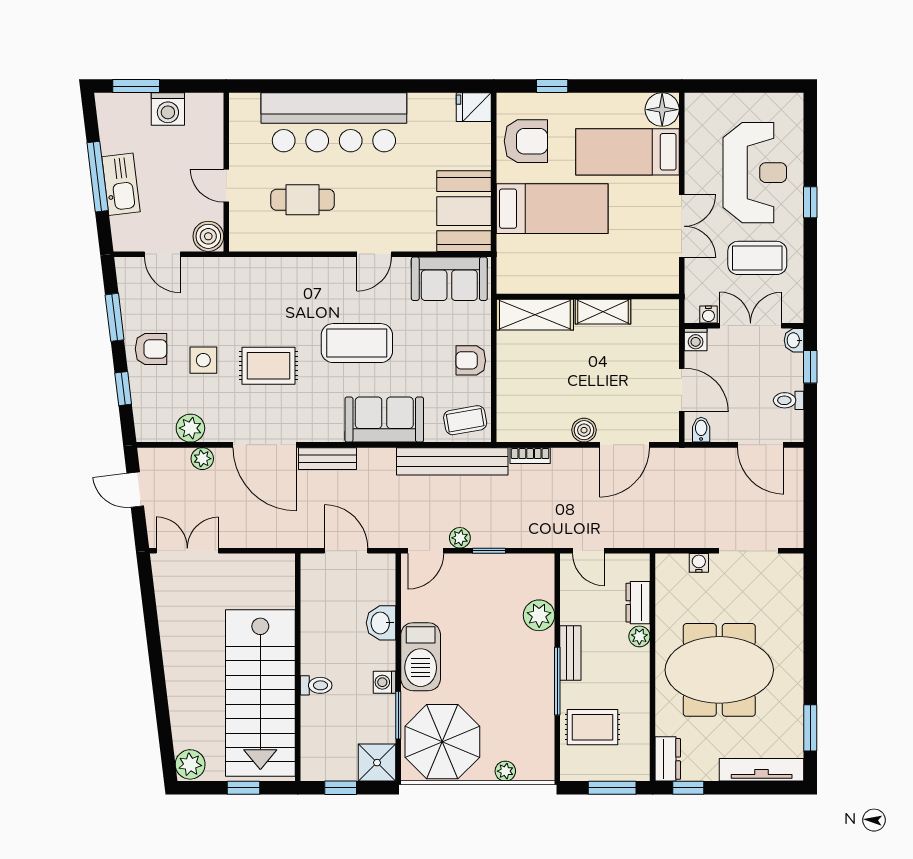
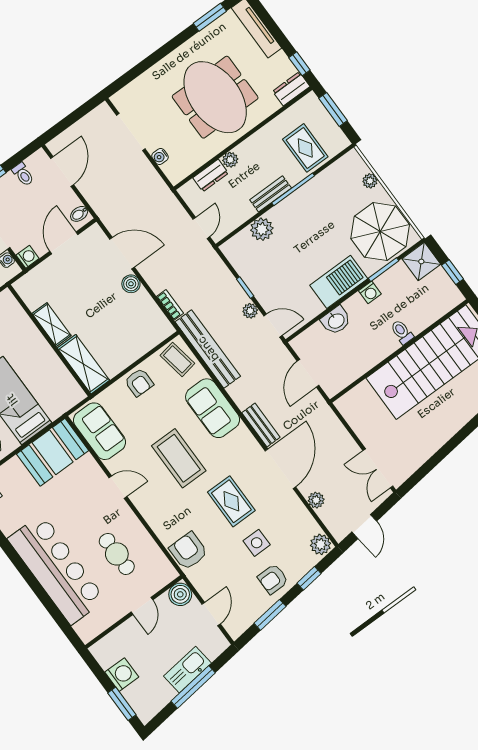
armchair: (249, 280) -> (188, 551), added
armchair: (151, 349) -> (273, 579), turned -90
plant: (190, 428) -> (321, 544), moved

